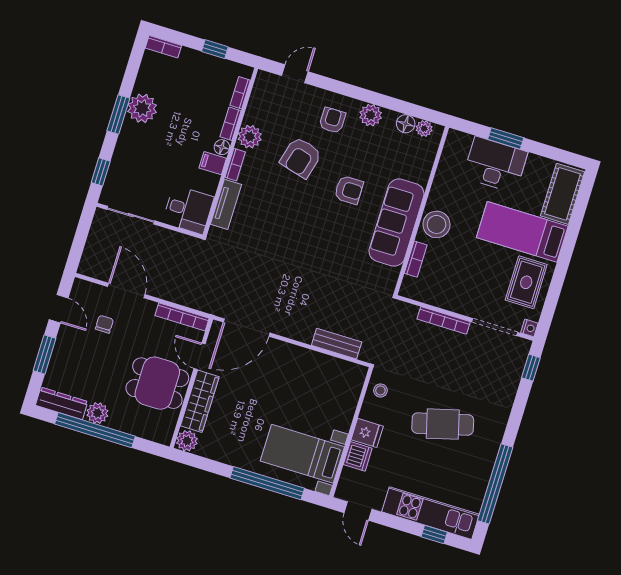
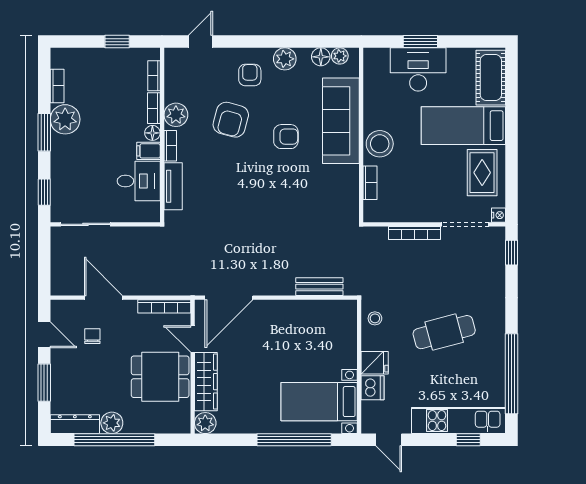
bookcase: (163, 47) -> (57, 86), moved, turned -90
desk: (188, 210) -> (139, 181), moved
sofa: (396, 223) -> (341, 121), moved

